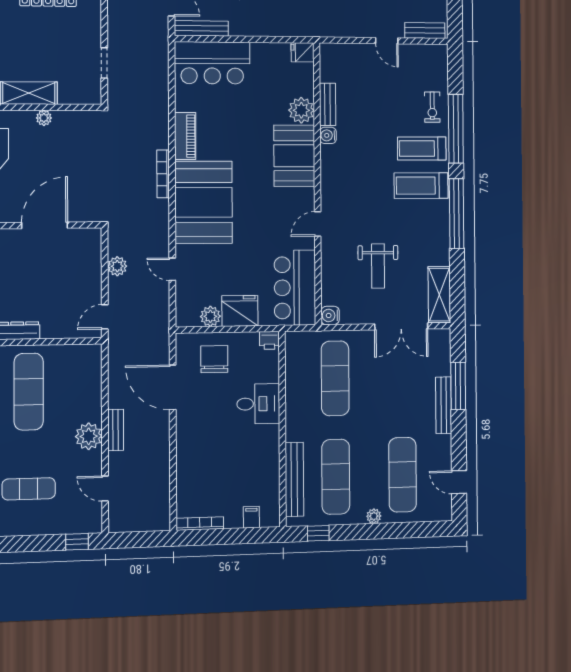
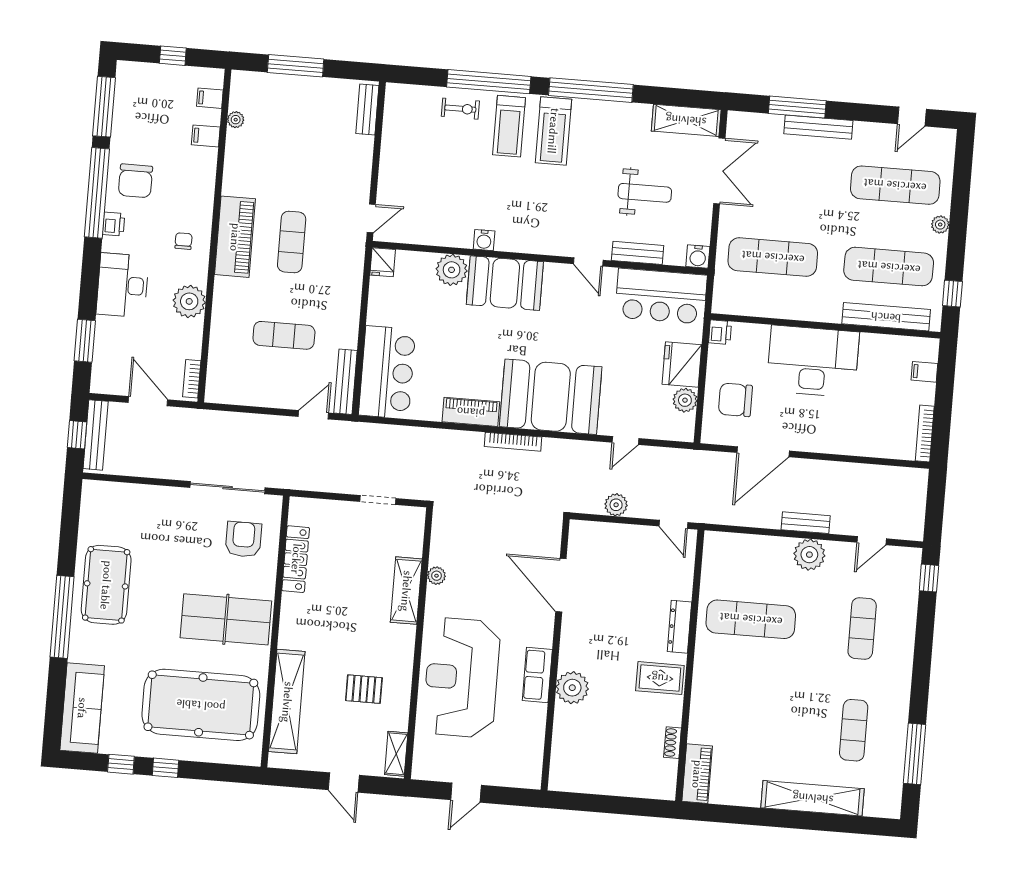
door: (387, 41) -> (371, 218), moved
bench: (328, 104) -> (638, 253), moved
desk: (258, 404) -> (813, 361), width x1.87, depth x1.30

